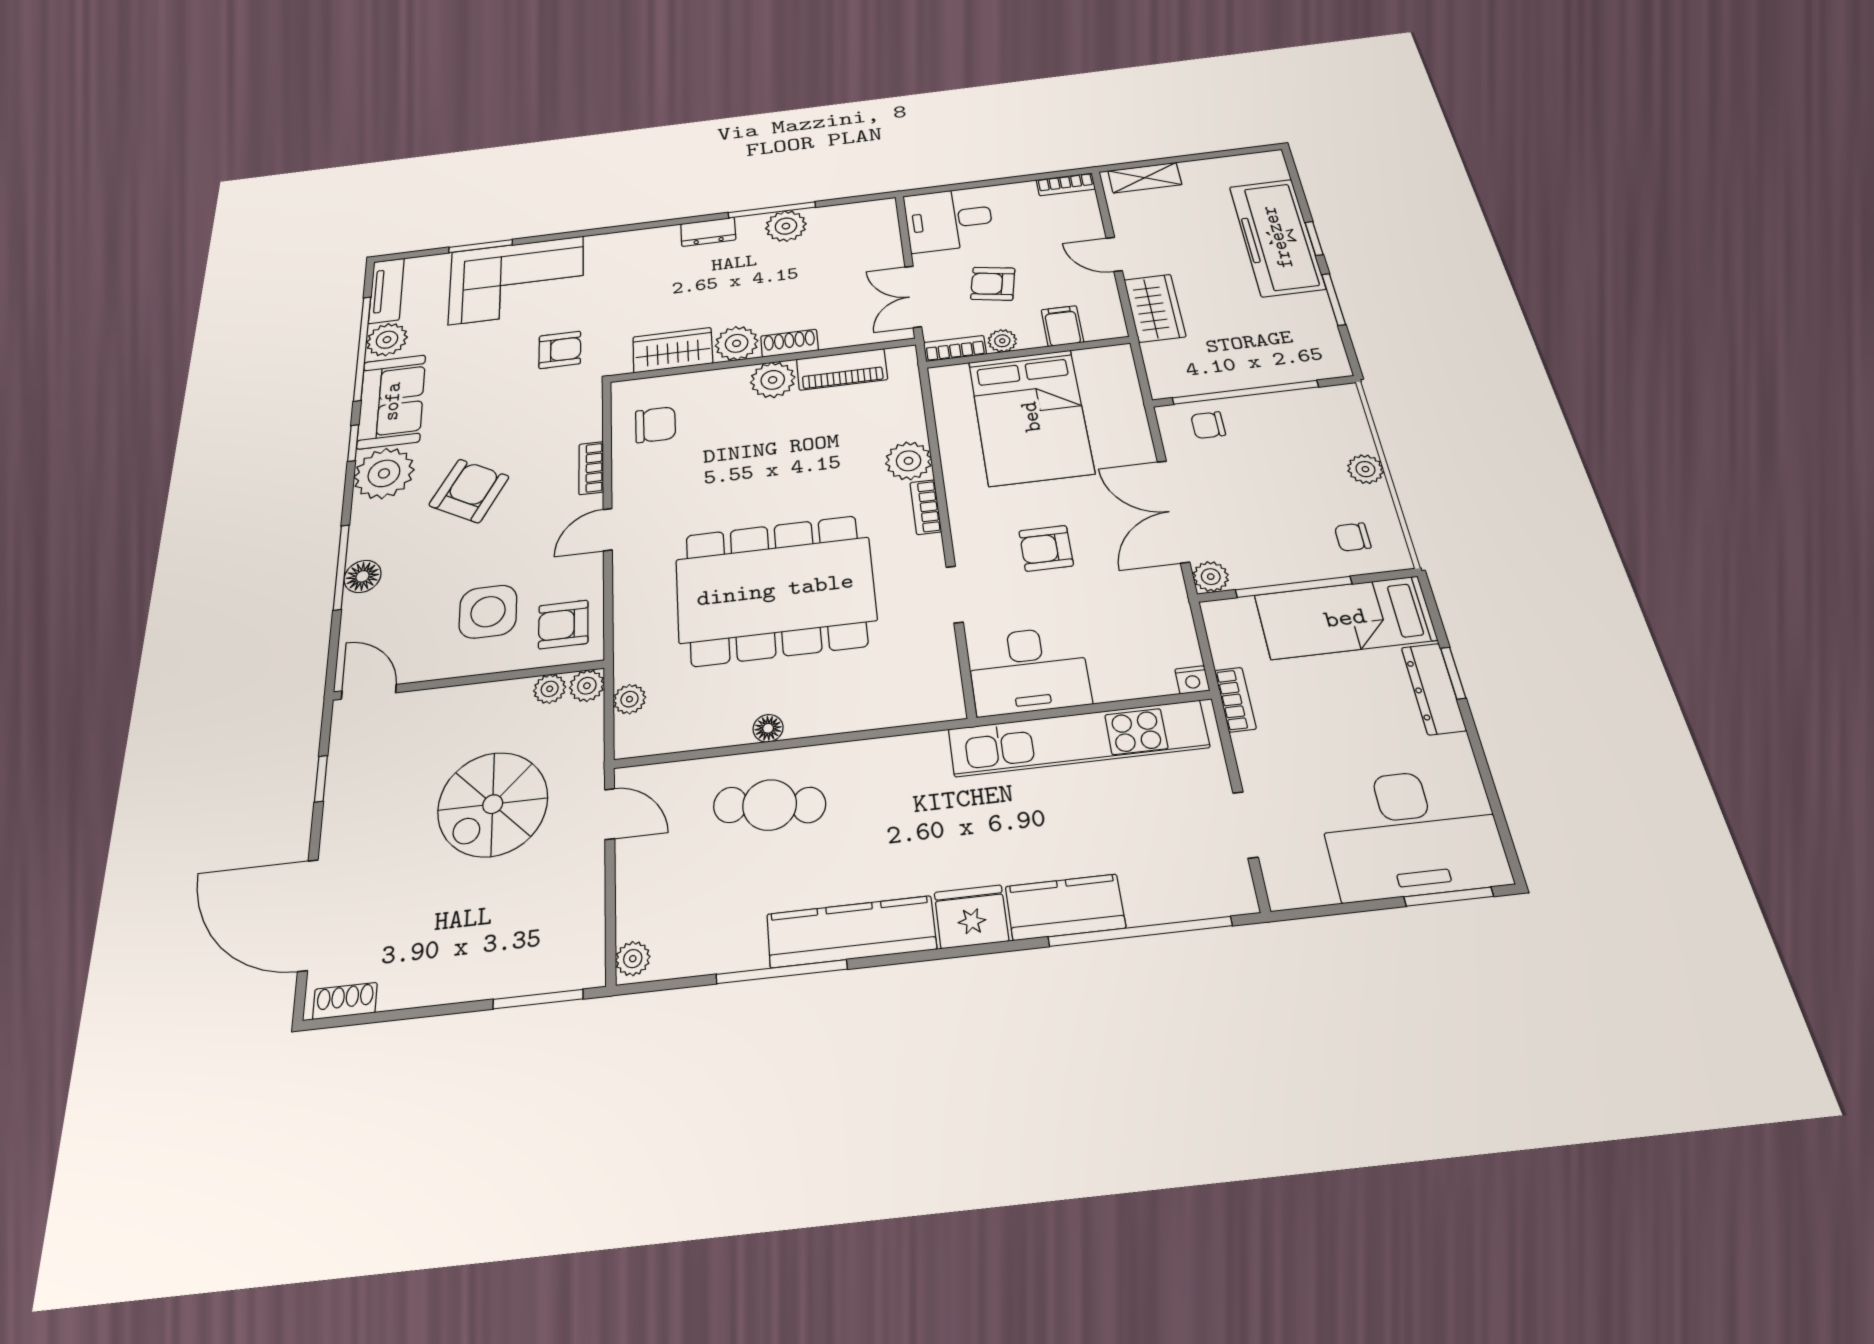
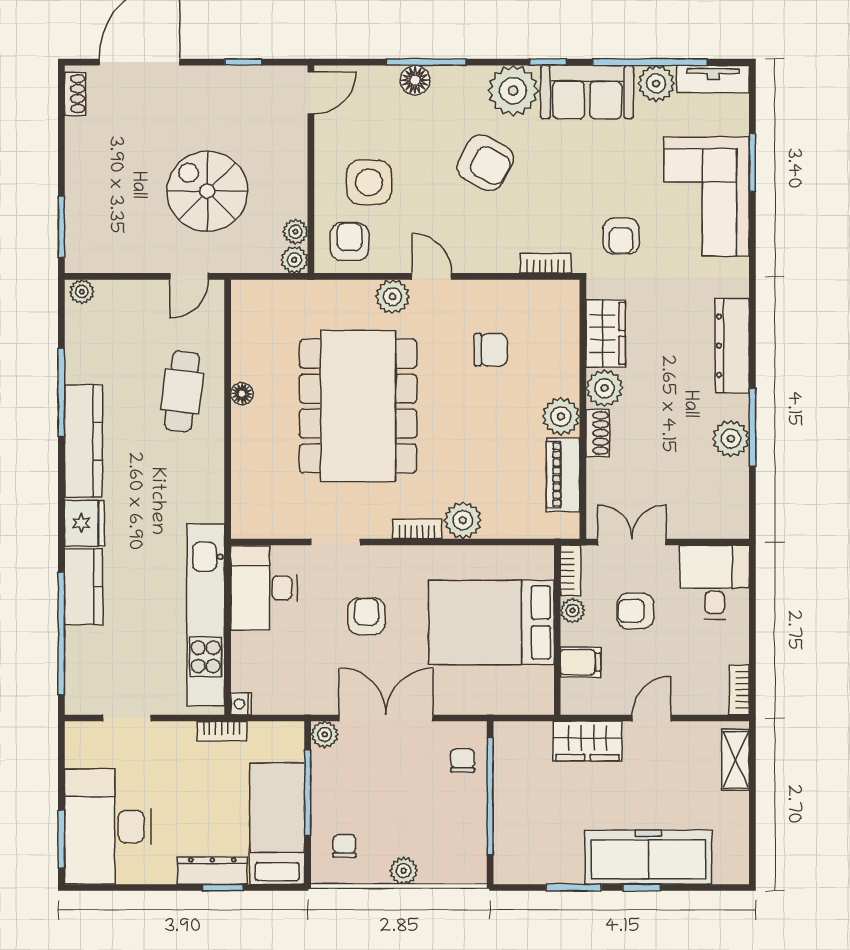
dresser: (708, 232) -> (732, 346), width x1.96, depth x1.24
armchair: (993, 284) -> (635, 611), turned -101
chair: (655, 425) -> (491, 350), moved, turned -90
bookcase: (591, 468) -> (546, 263), moved
plant: (629, 699) -> (392, 297), moved, width x1.38, depth x1.38

